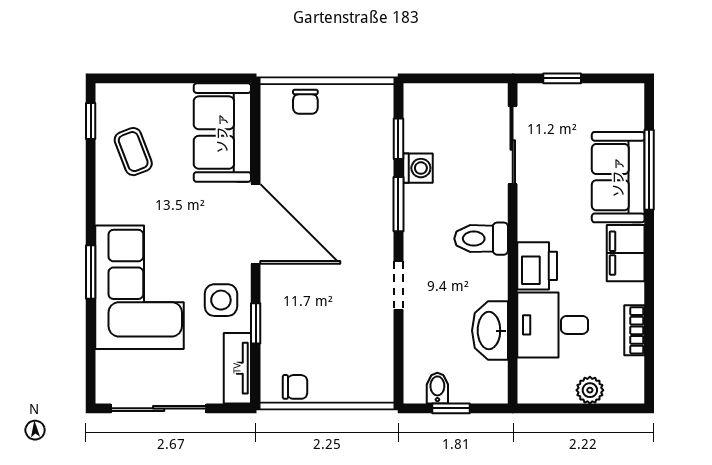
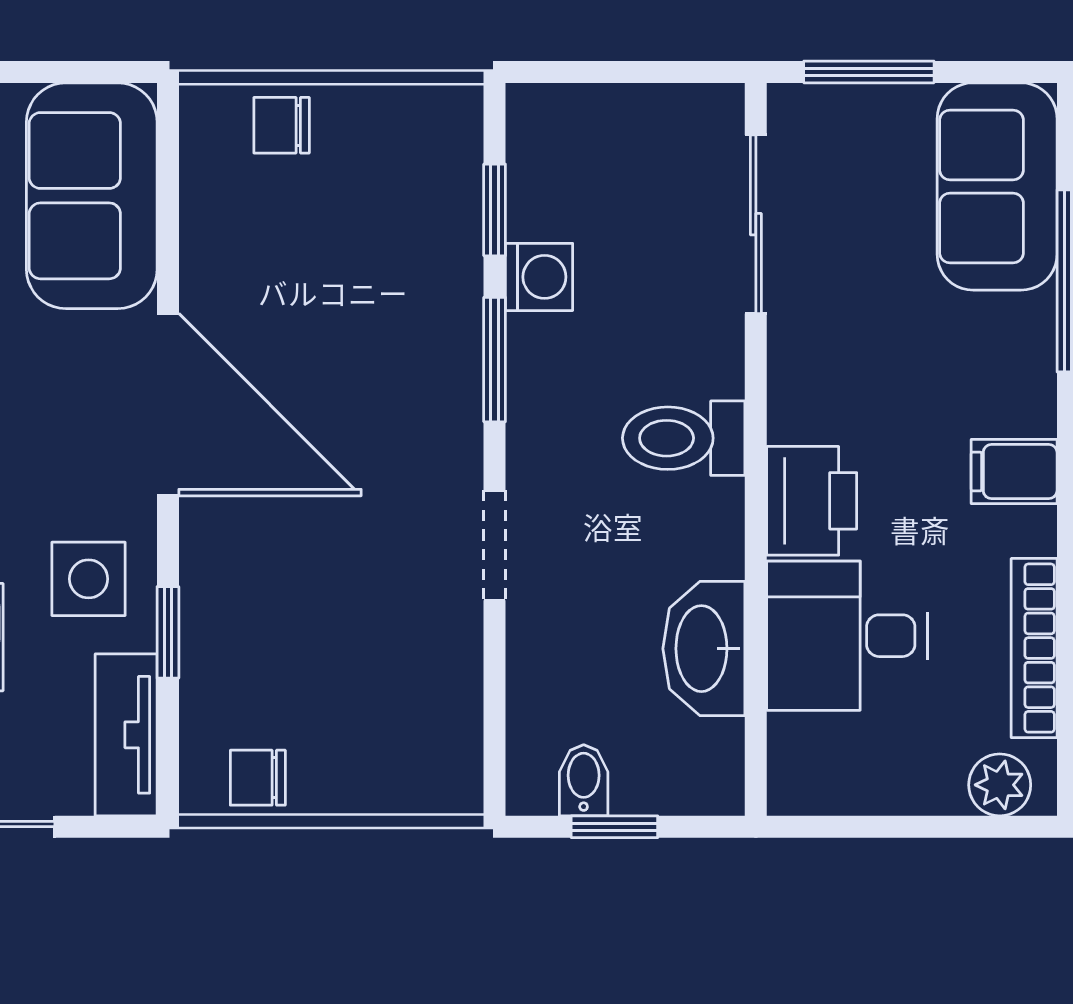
window: (562, 78) -> (869, 72), width x1.50
chair: (305, 102) -> (282, 125), turned 90
sofa: (618, 177) -> (997, 186), moved
filing cabinet: (626, 253) -> (1014, 472), width x0.50
bookcase: (634, 330) -> (1034, 648), width x1.56
chair: (295, 387) -> (258, 778), turned 180
plant: (590, 390) -> (1000, 785), moved

